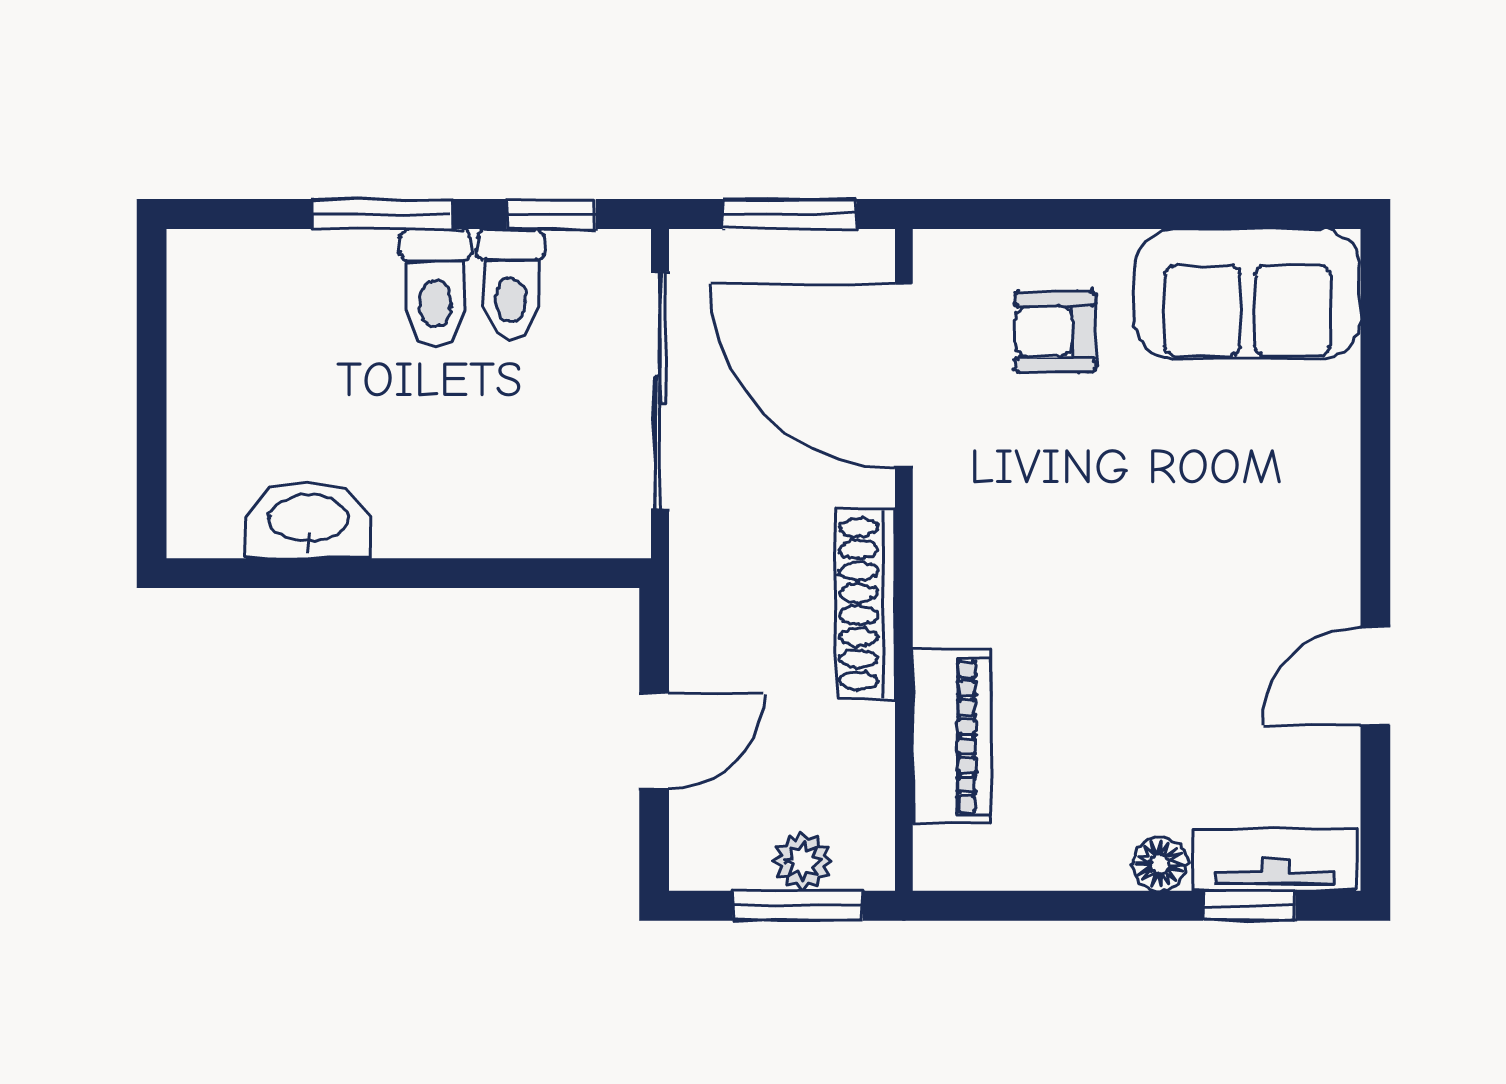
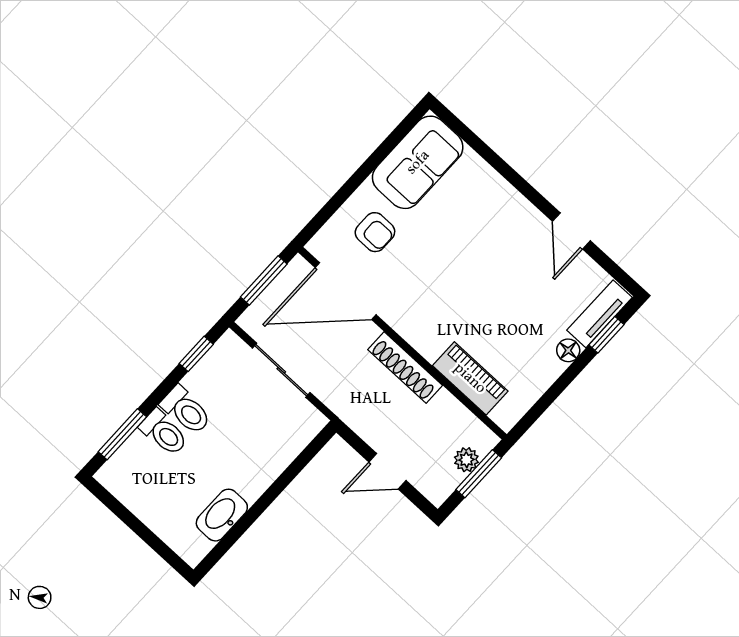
window: (382, 214) -> (122, 434), moved
toilet: (511, 284) -> (164, 433), moved
armchair: (1055, 332) -> (375, 232), turned -90
sliding door: (660, 390) -> (281, 370), width x0.73
door: (654, 741) -> (387, 471), swing flipped

